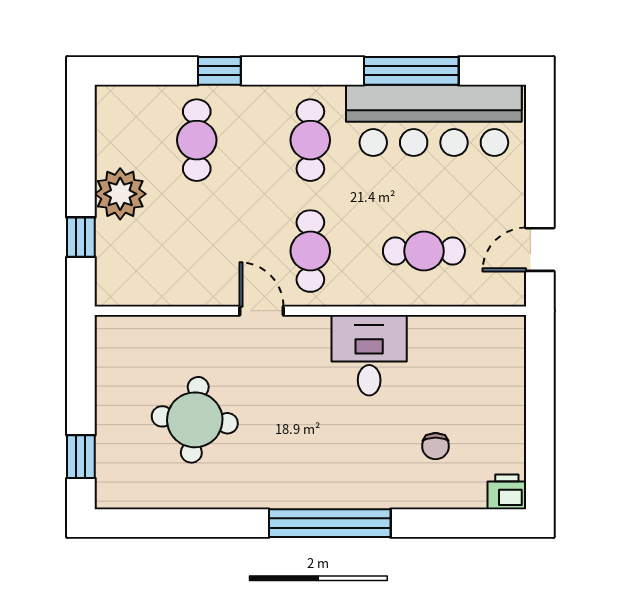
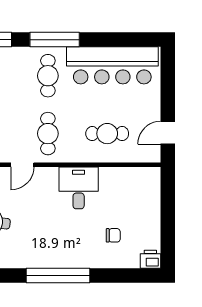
window: (411, 71) -> (55, 40), moved
door: (262, 311) -> (22, 165), swing flipped
chair: (436, 446) -> (113, 235), turned -90

